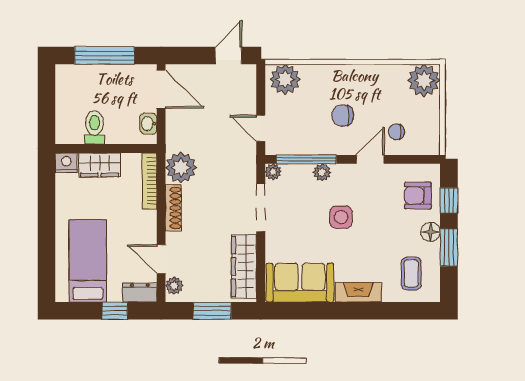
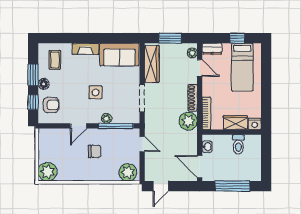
chair: (396, 132) -> (63, 142), removed
plant: (273, 172) -> (135, 119), removed
window: (115, 311) -> (237, 38), moved

